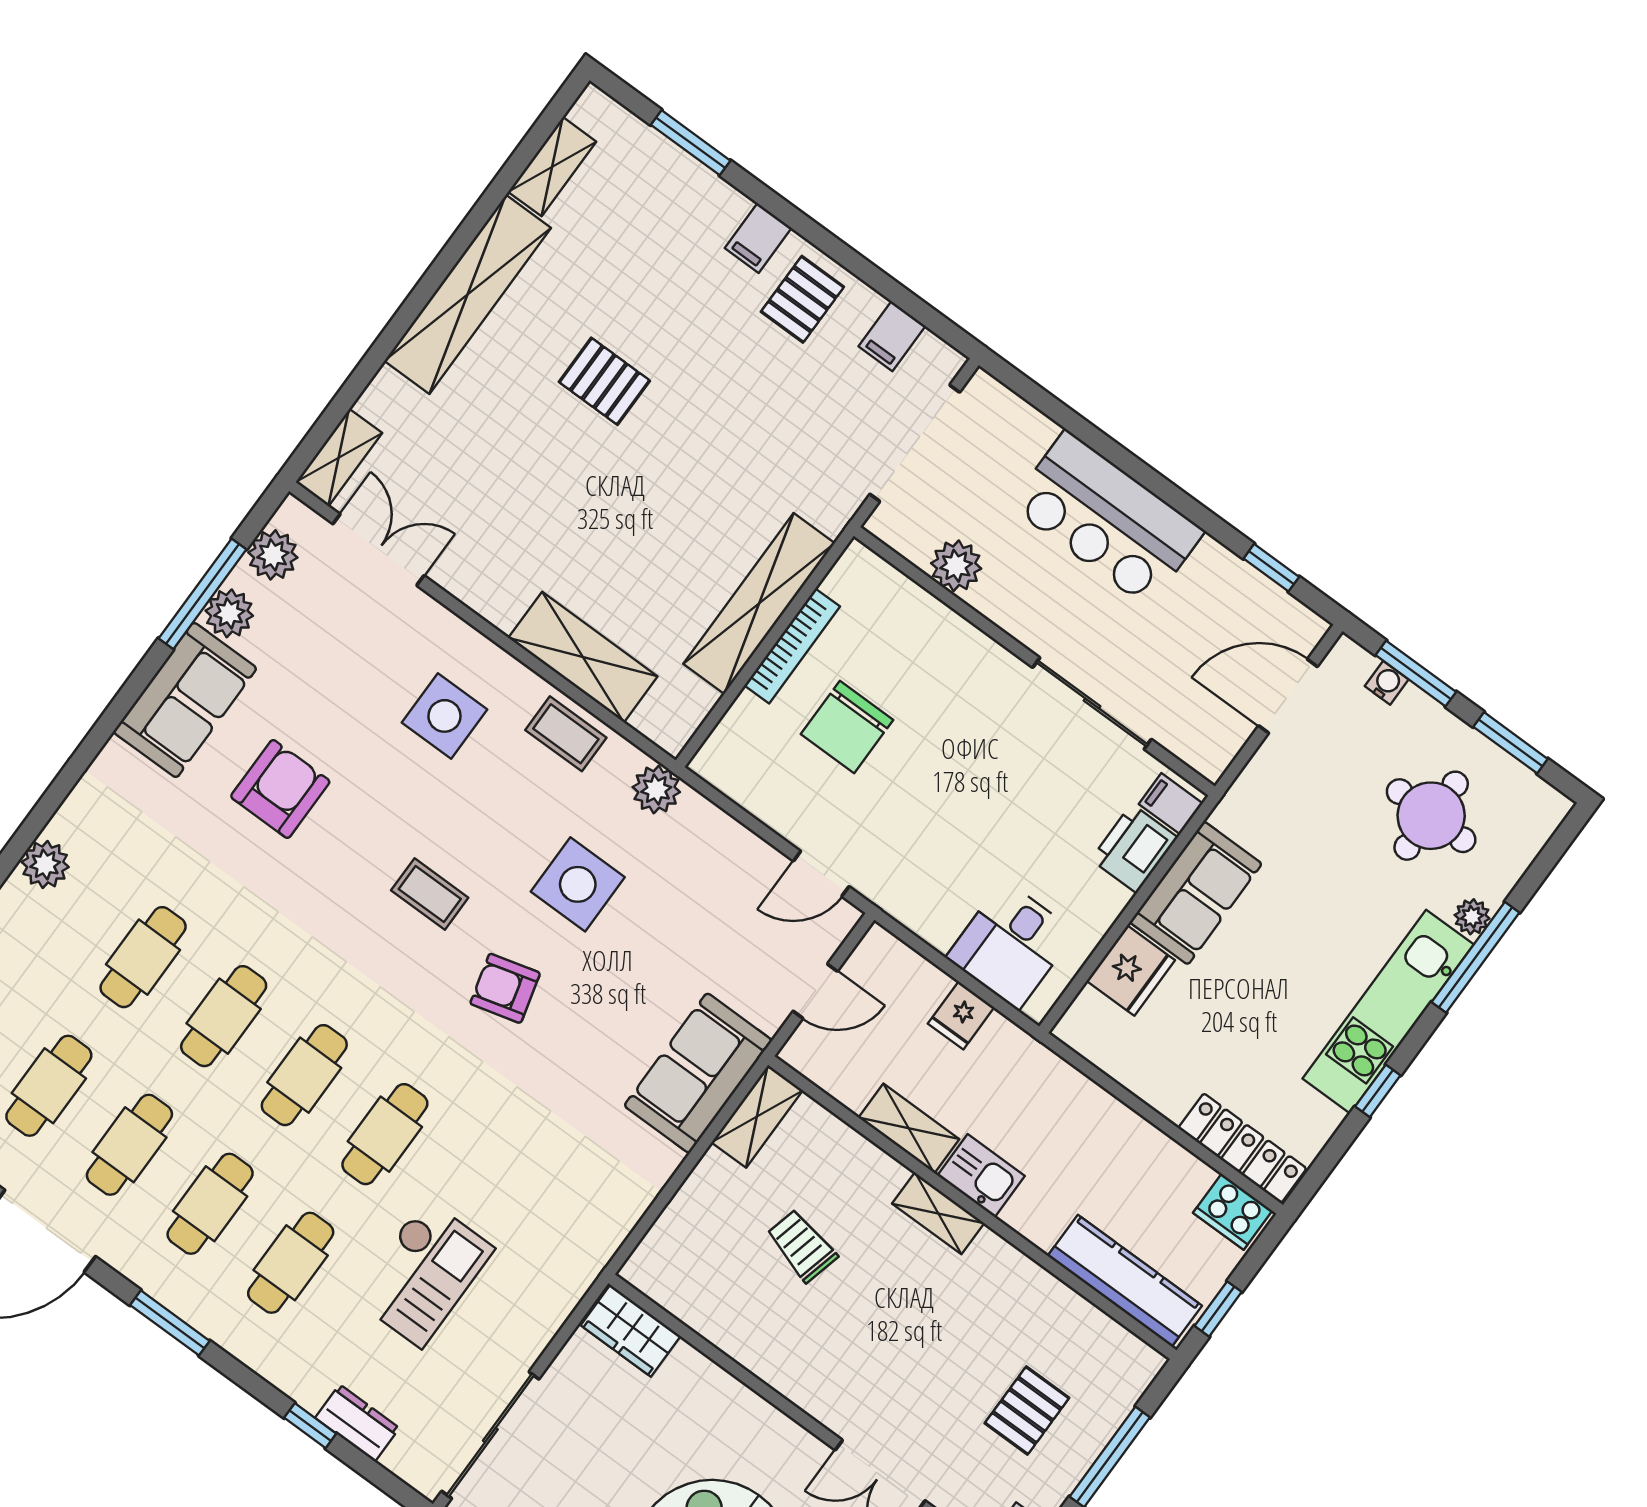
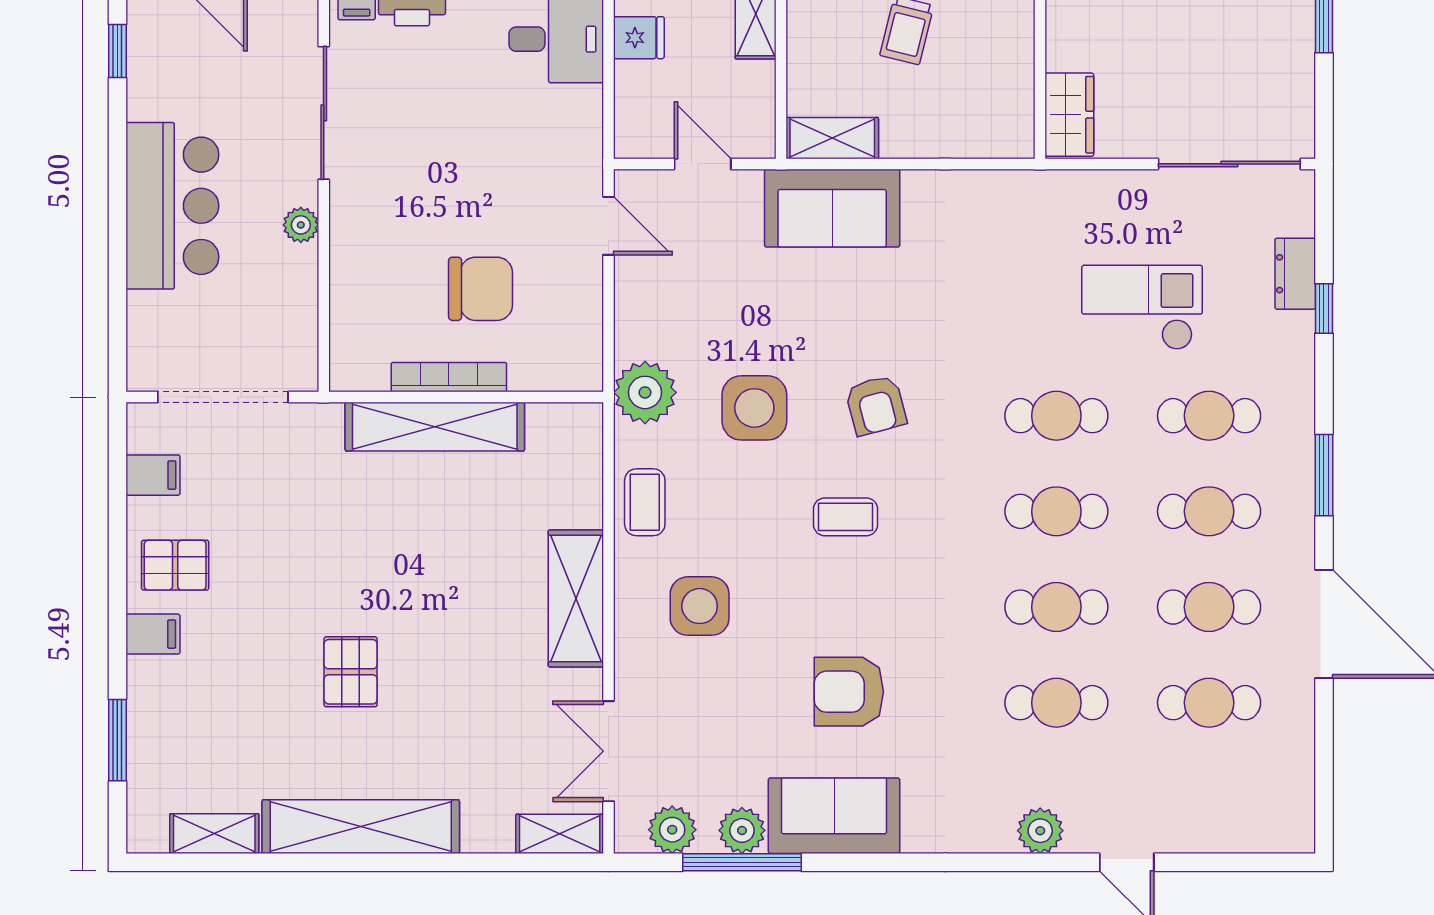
plant: (956, 566) -> (301, 225), moved, width x0.73, depth x0.73
shelving: (583, 657) -> (576, 598), moved
plant: (656, 790) -> (645, 392), width x1.36, depth x1.36
coffee table: (430, 894) -> (846, 517), turned 90

